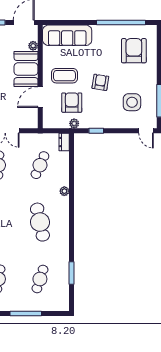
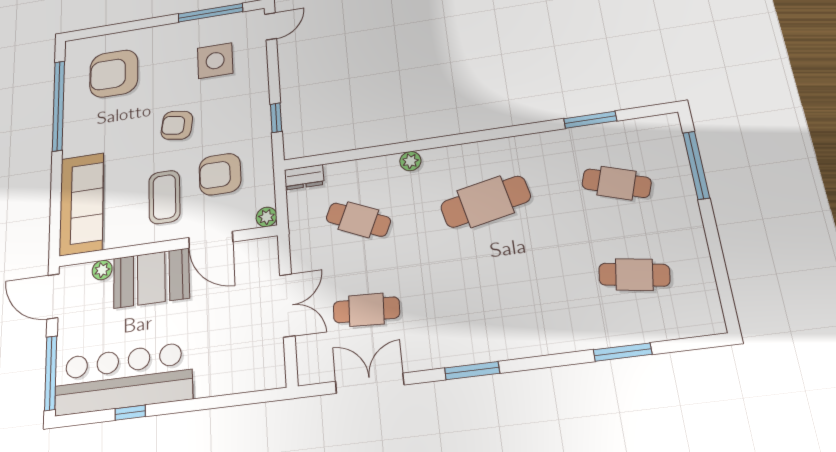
plant: (74, 123) -> (266, 217), moved
window: (26, 313) -> (696, 165), moved

